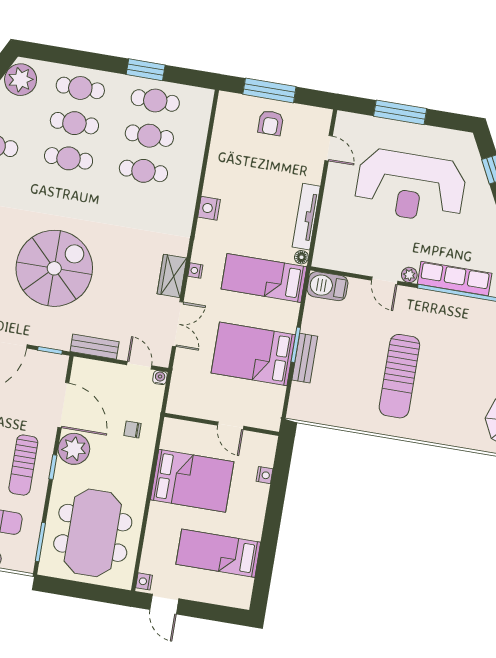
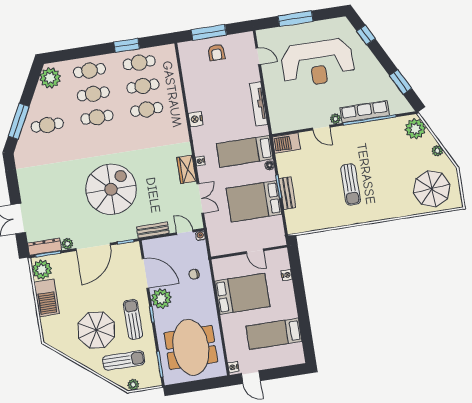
floor lamp: (301, 257) -> (270, 165), moved
sun lounger: (399, 376) -> (351, 185), width x0.73, depth x0.75
sun lounger: (23, 465) -> (133, 319), turned 180

